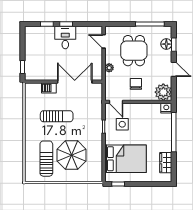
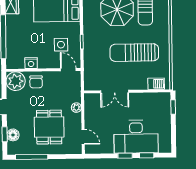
desk: (65, 38) -> (136, 137), width x1.87, depth x1.30
double door: (75, 82) -> (115, 92), width x0.73
chair: (136, 84) -> (36, 82), moved
barbecue: (49, 88) -> (156, 84), moved
nightstand: (166, 108) -> (31, 63), moved
sun lounger: (57, 116) -> (134, 53), width x1.36, depth x1.34

